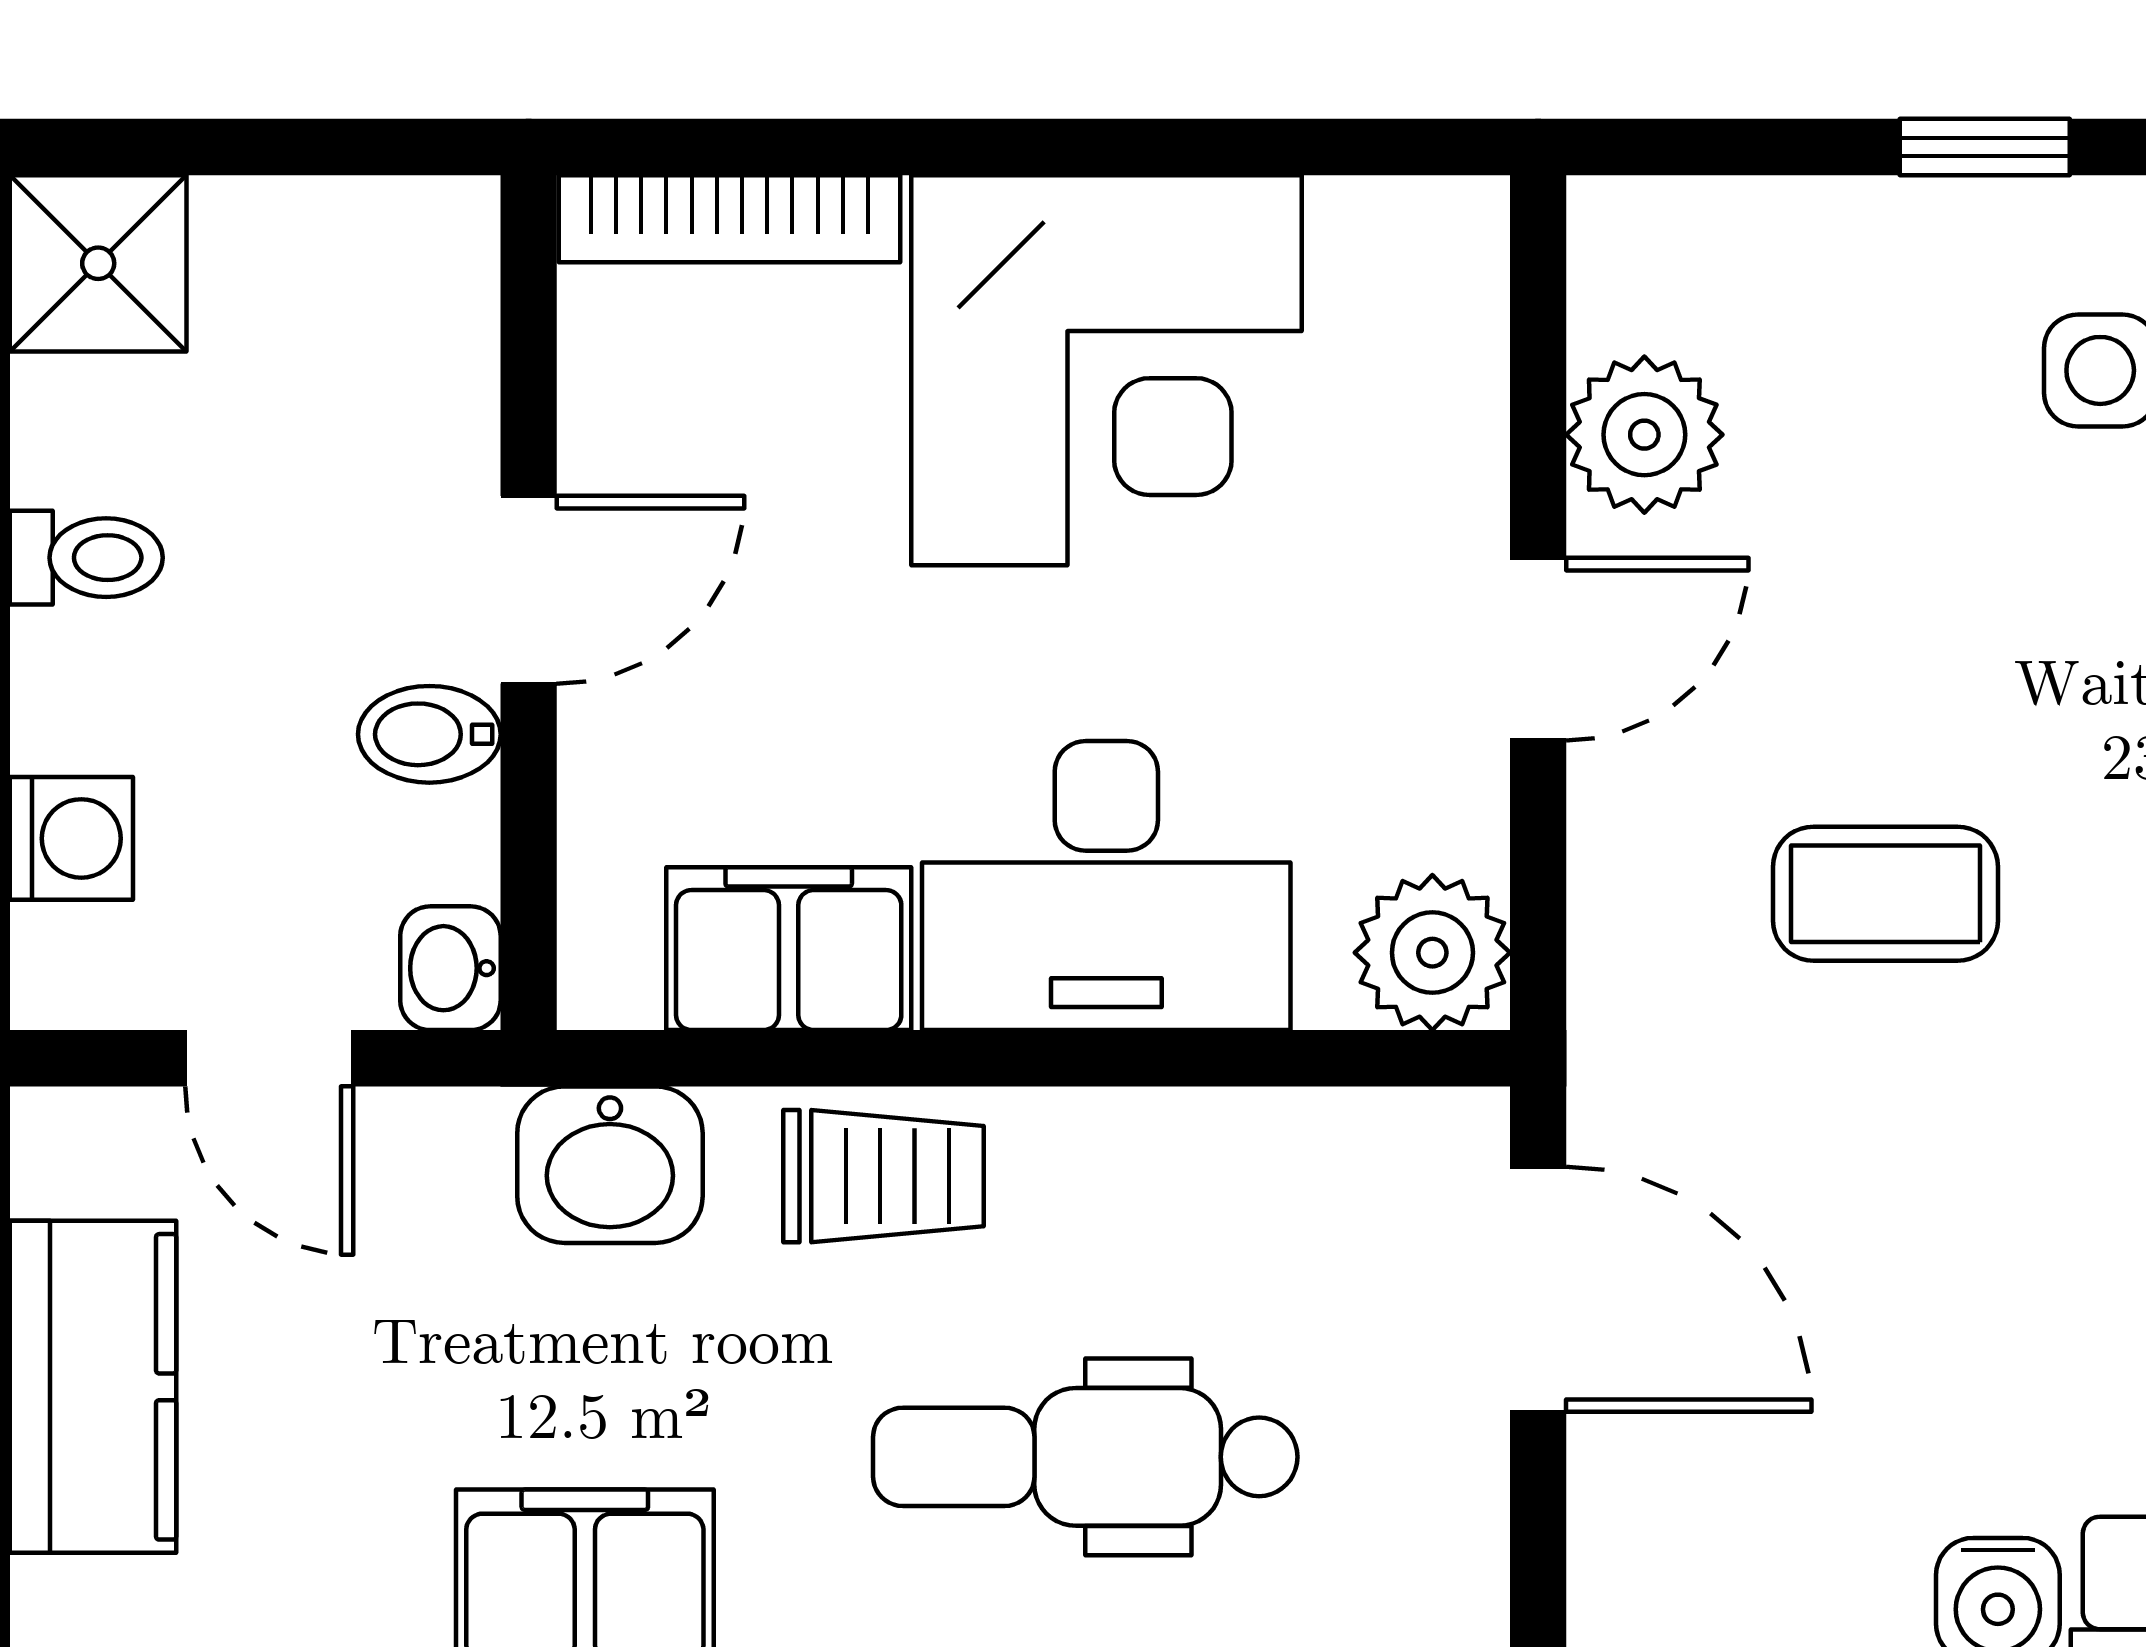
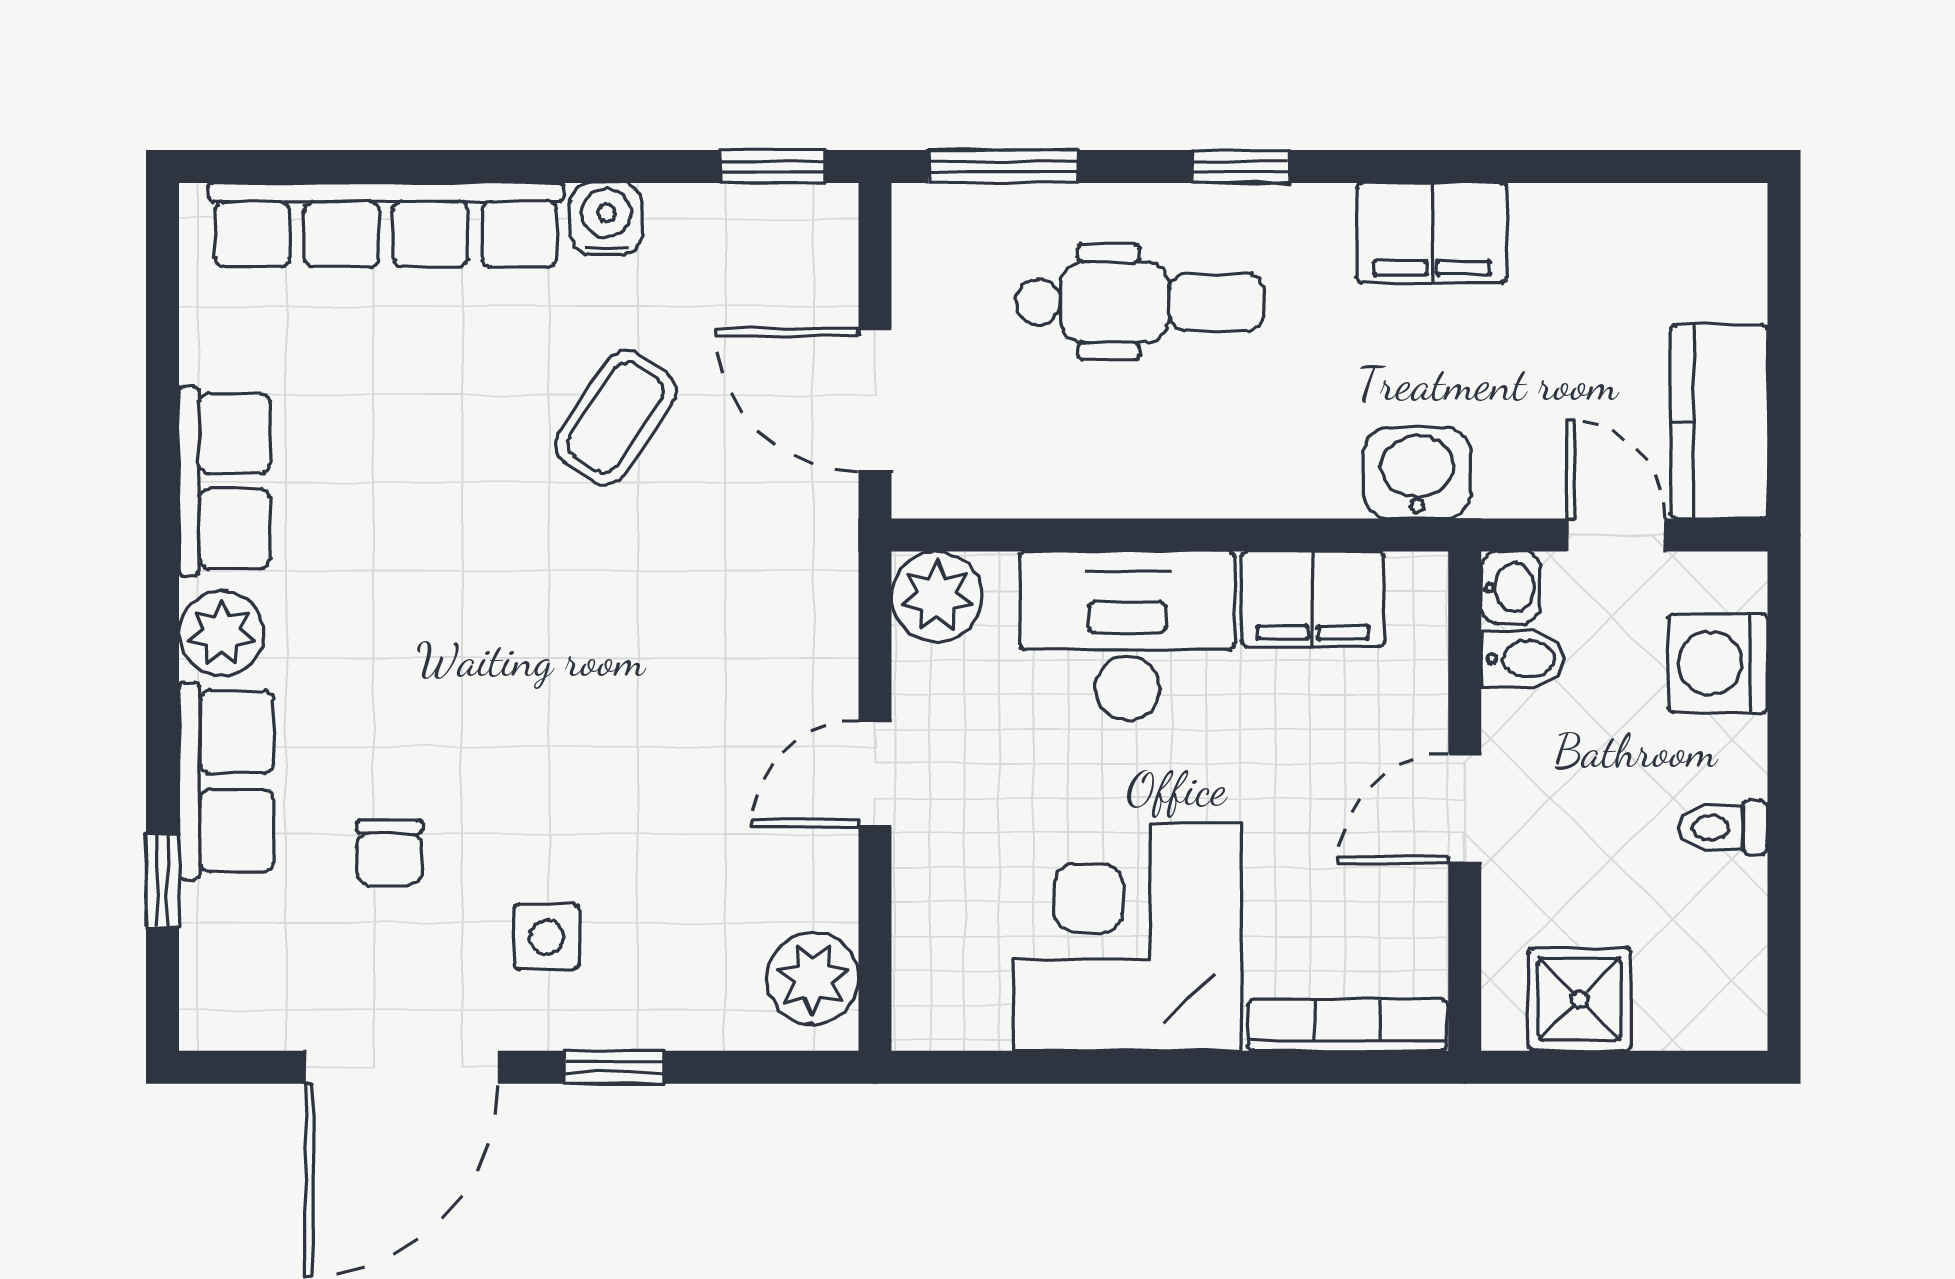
shower: (98, 263) -> (1580, 999), moved
plant: (1644, 435) -> (813, 979), moved
bidet: (429, 734) -> (1523, 659), moved
washing machine: (71, 838) -> (1718, 663), width x1.38, depth x1.38
coffee table: (1885, 894) -> (615, 418), moved, turned -56
trolley: (884, 1176) -> (1257, 466), removed
kitchen counter: (93, 1387) -> (1719, 421), moved

